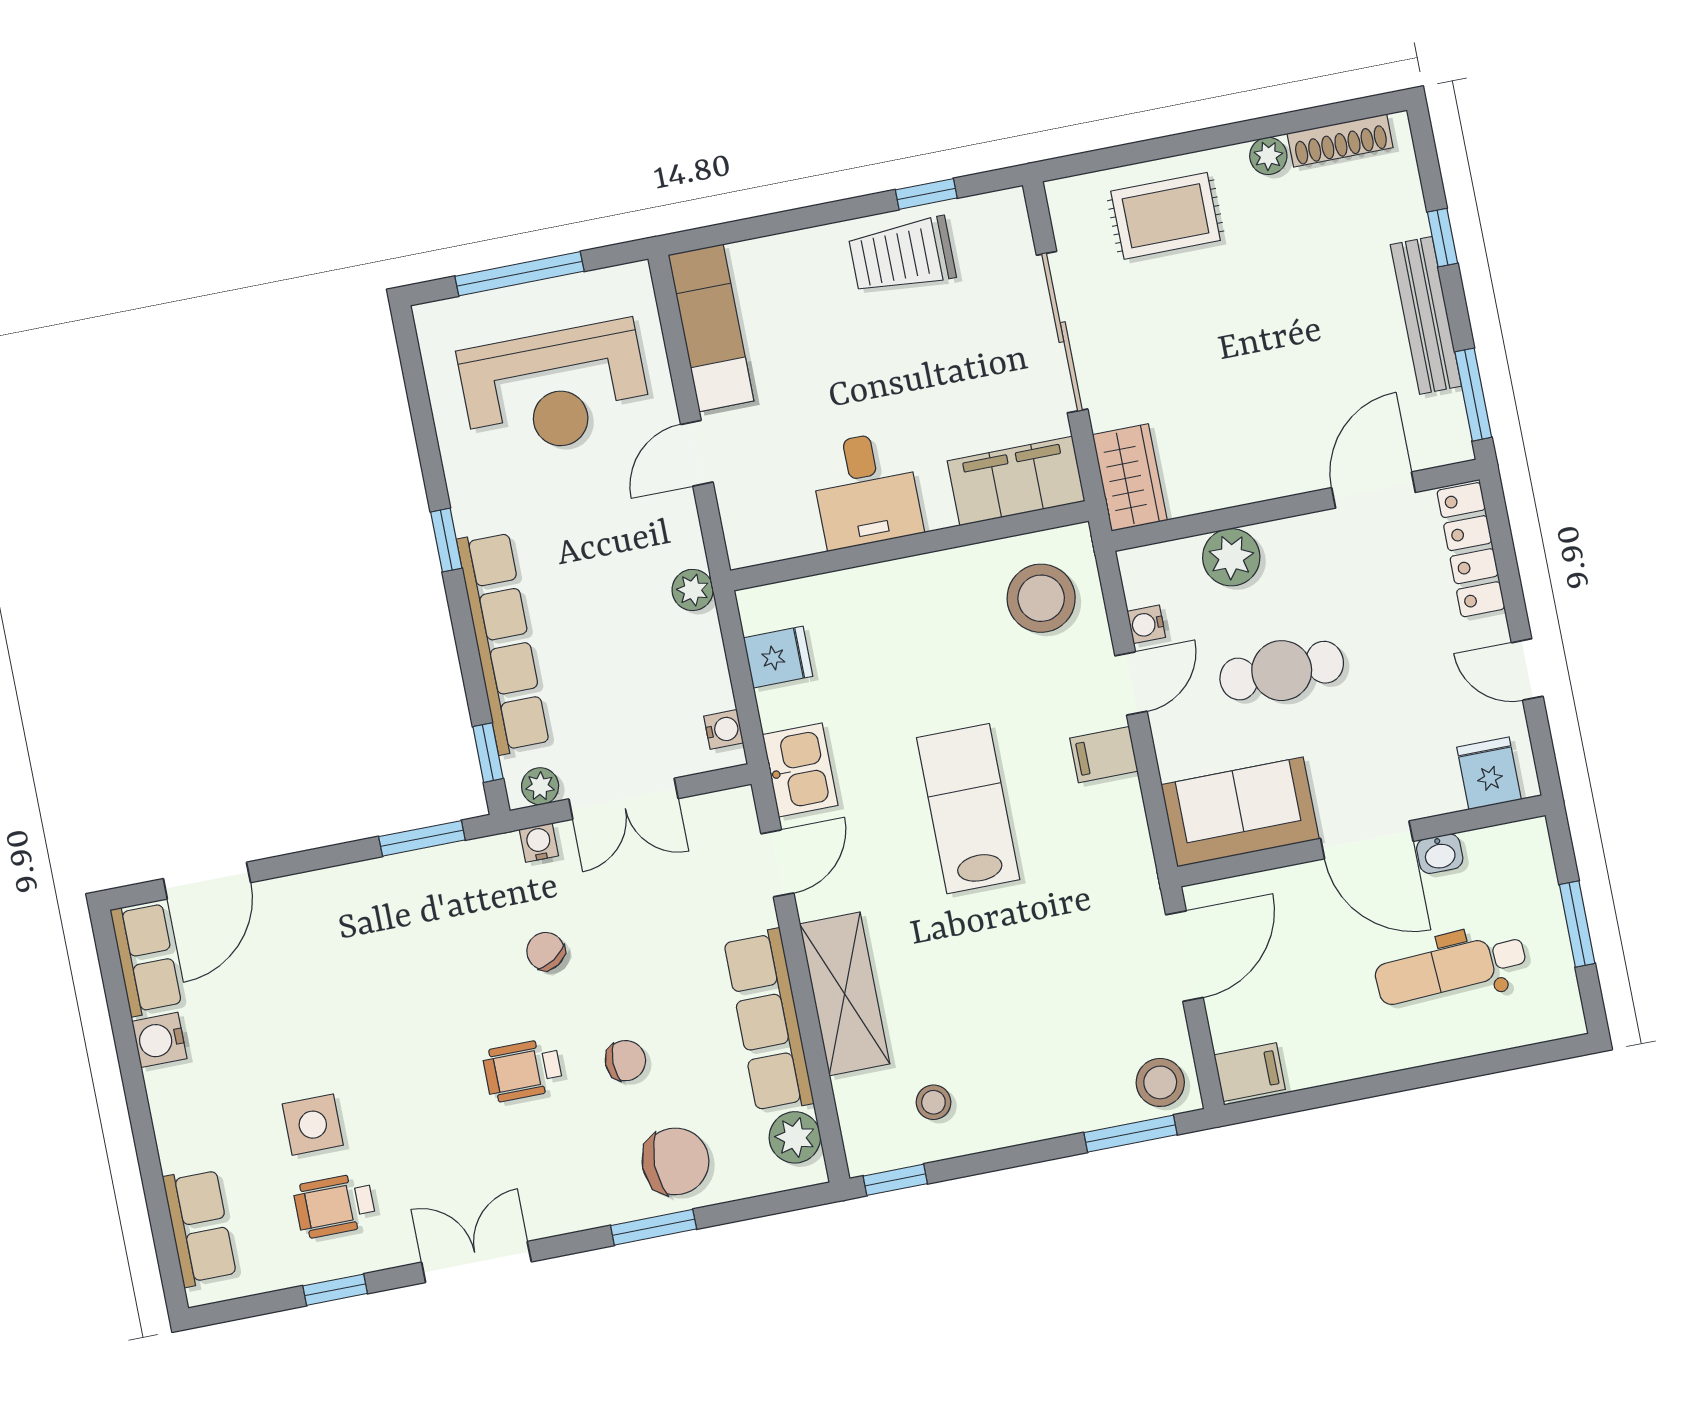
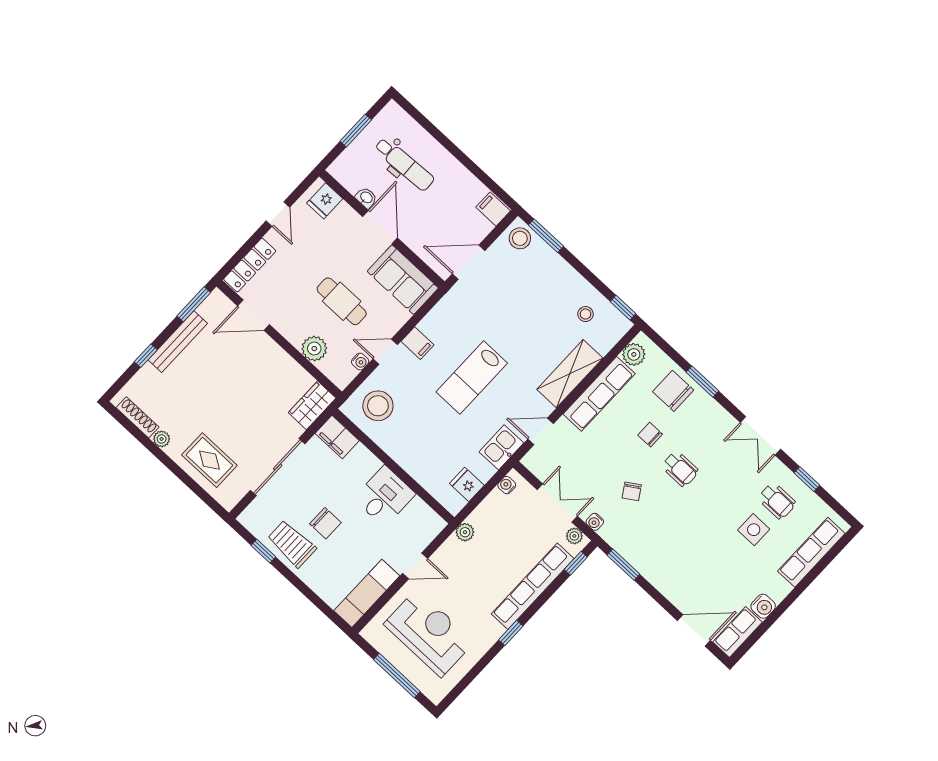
trolley: (902, 256) -> (292, 544), turned 180
chair: (895, 345) -> (325, 523), added
filing cabinet: (1016, 481) -> (337, 437), width x0.67, depth x0.86
row of seats: (200, 1227) -> (811, 552), width x1.48

